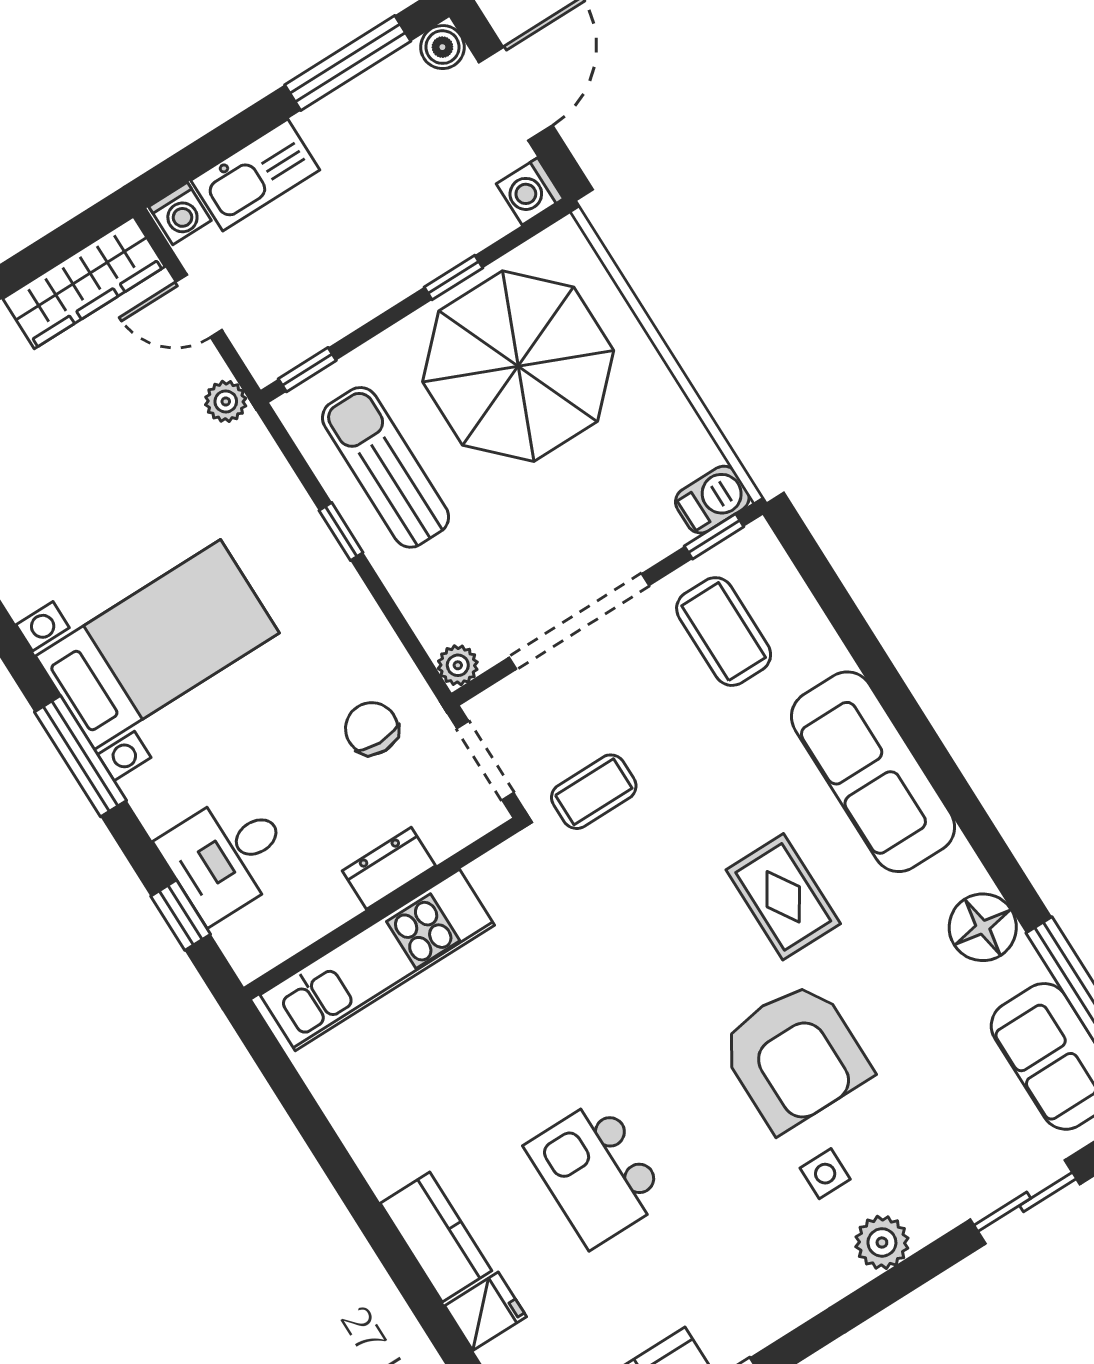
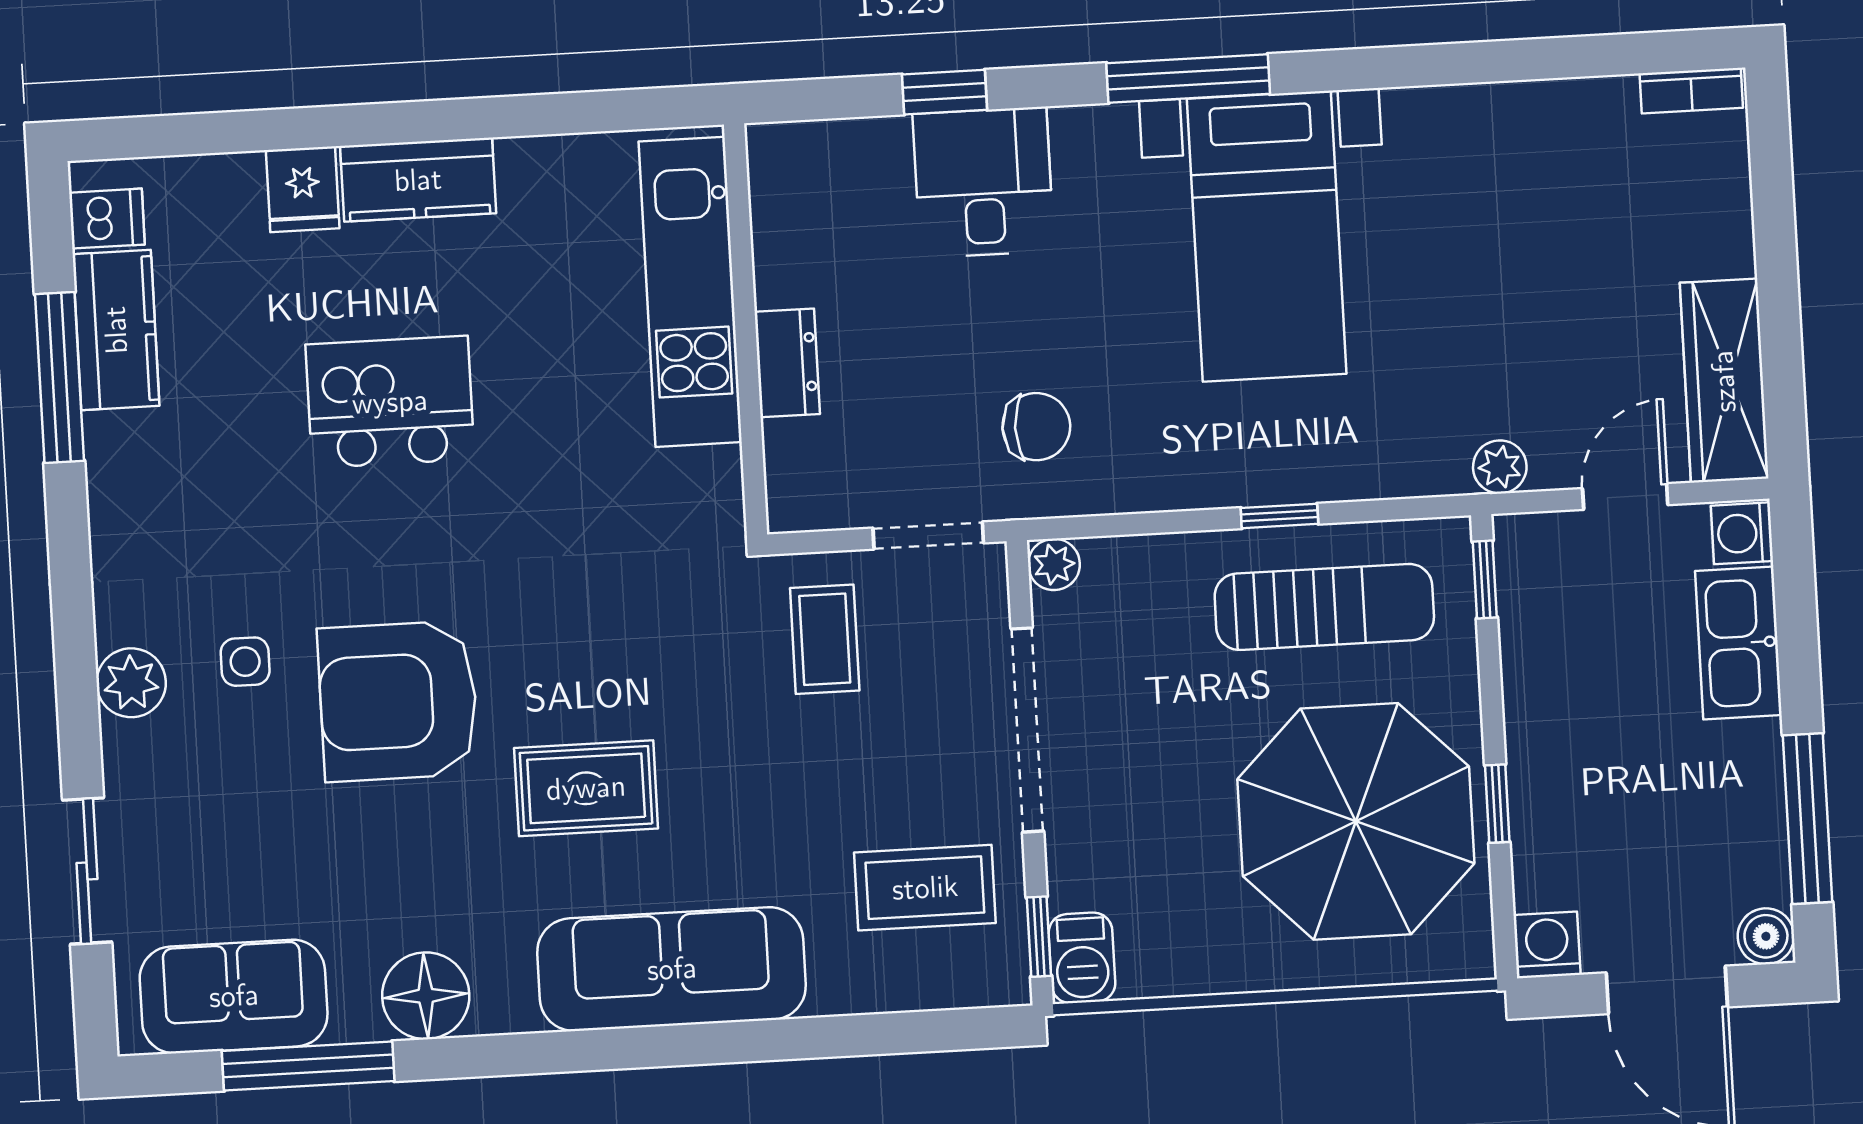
dresser: (389, 868) -> (787, 363), moved
wall: (382, 909) -> (745, 330), moved
kitchen unit: (377, 960) -> (690, 292), moved

